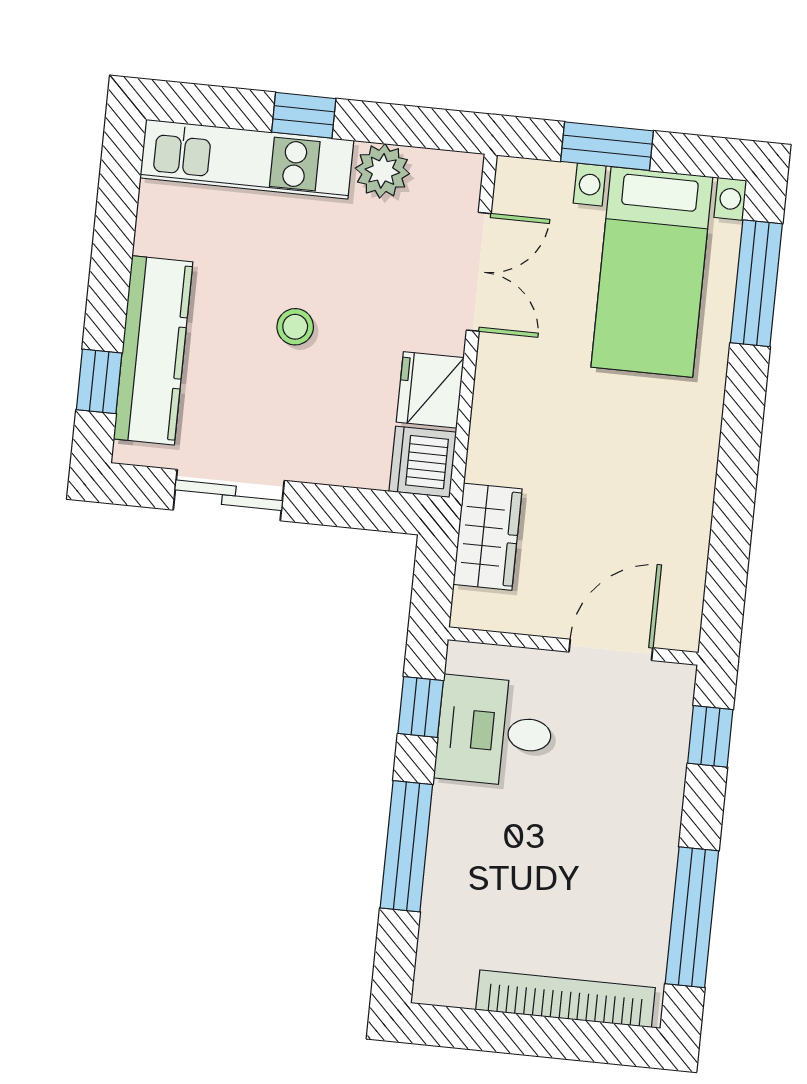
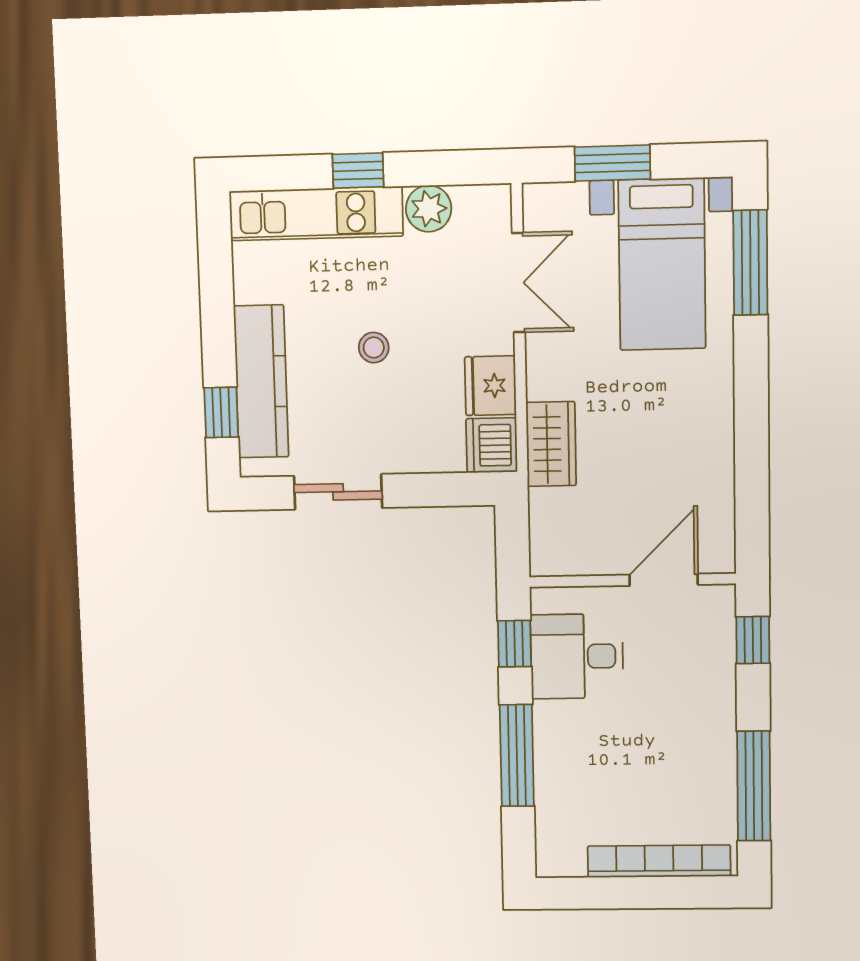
wardrobe: (488, 537) -> (551, 444), moved

